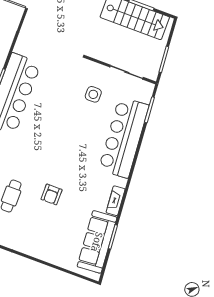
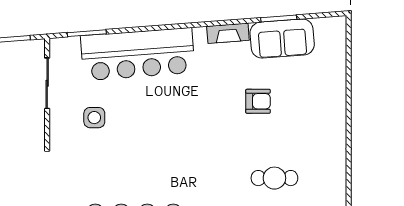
armchair: (52, 194) -> (258, 101), moved
sofa: (97, 242) -> (282, 39), width x0.73

